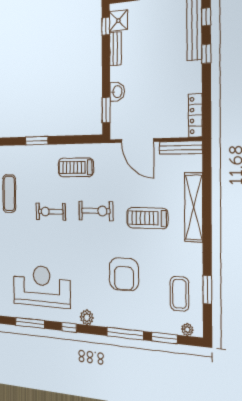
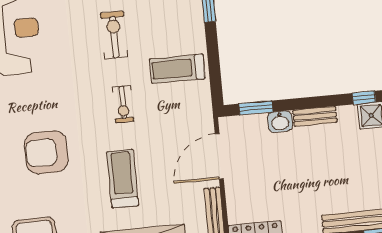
bench: (115, 49) -> (315, 116), moved
treadmill: (76, 167) -> (177, 69), turned -90
exercise bike: (96, 211) -> (123, 104), width x0.73, depth x0.72

